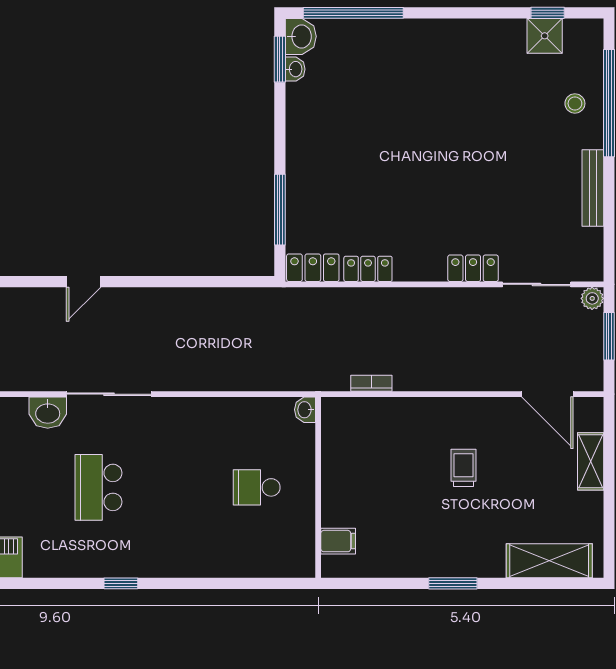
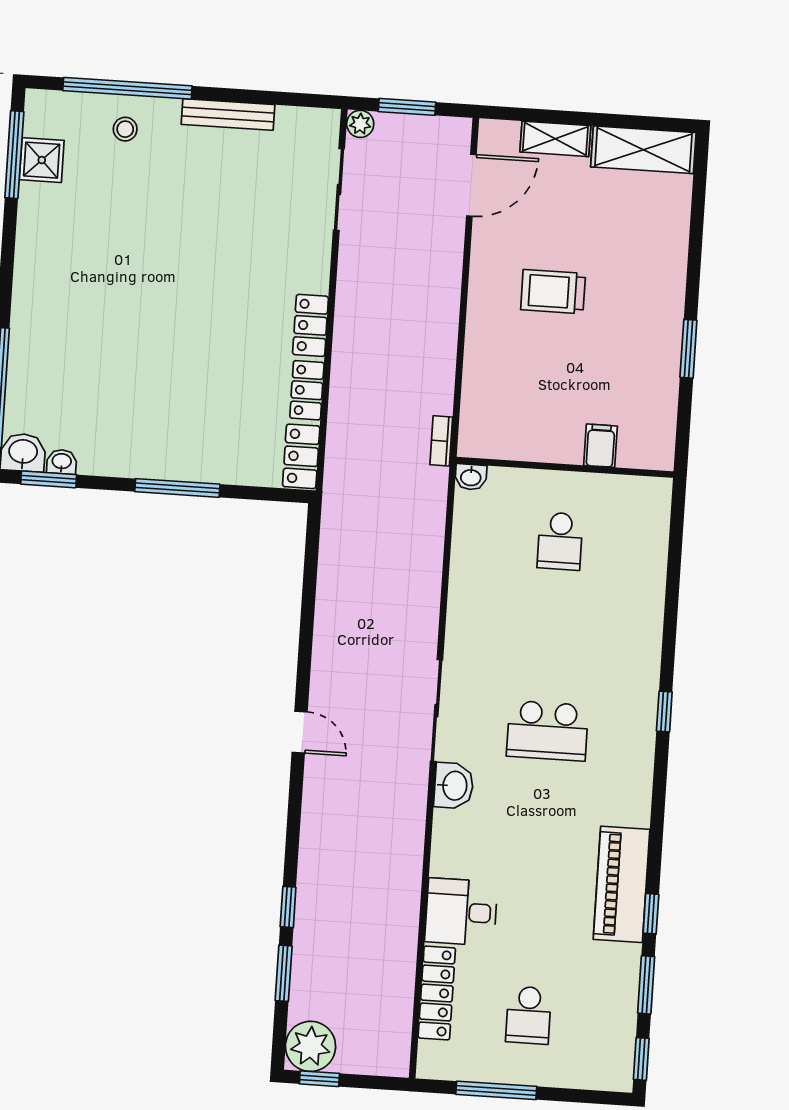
window: (548, 13) -> (14, 155), width x2.17
window: (280, 210) -> (177, 488), moved
locker: (473, 268) -> (311, 325), moved
bookcase: (371, 383) -> (441, 441), moved
trolley: (464, 468) -> (553, 292), width x1.36, depth x1.39
filing cabinet: (338, 541) -> (600, 446), moved
shelving: (549, 561) -> (643, 150), moved, turned 90
window: (453, 583) -> (688, 349), moved

